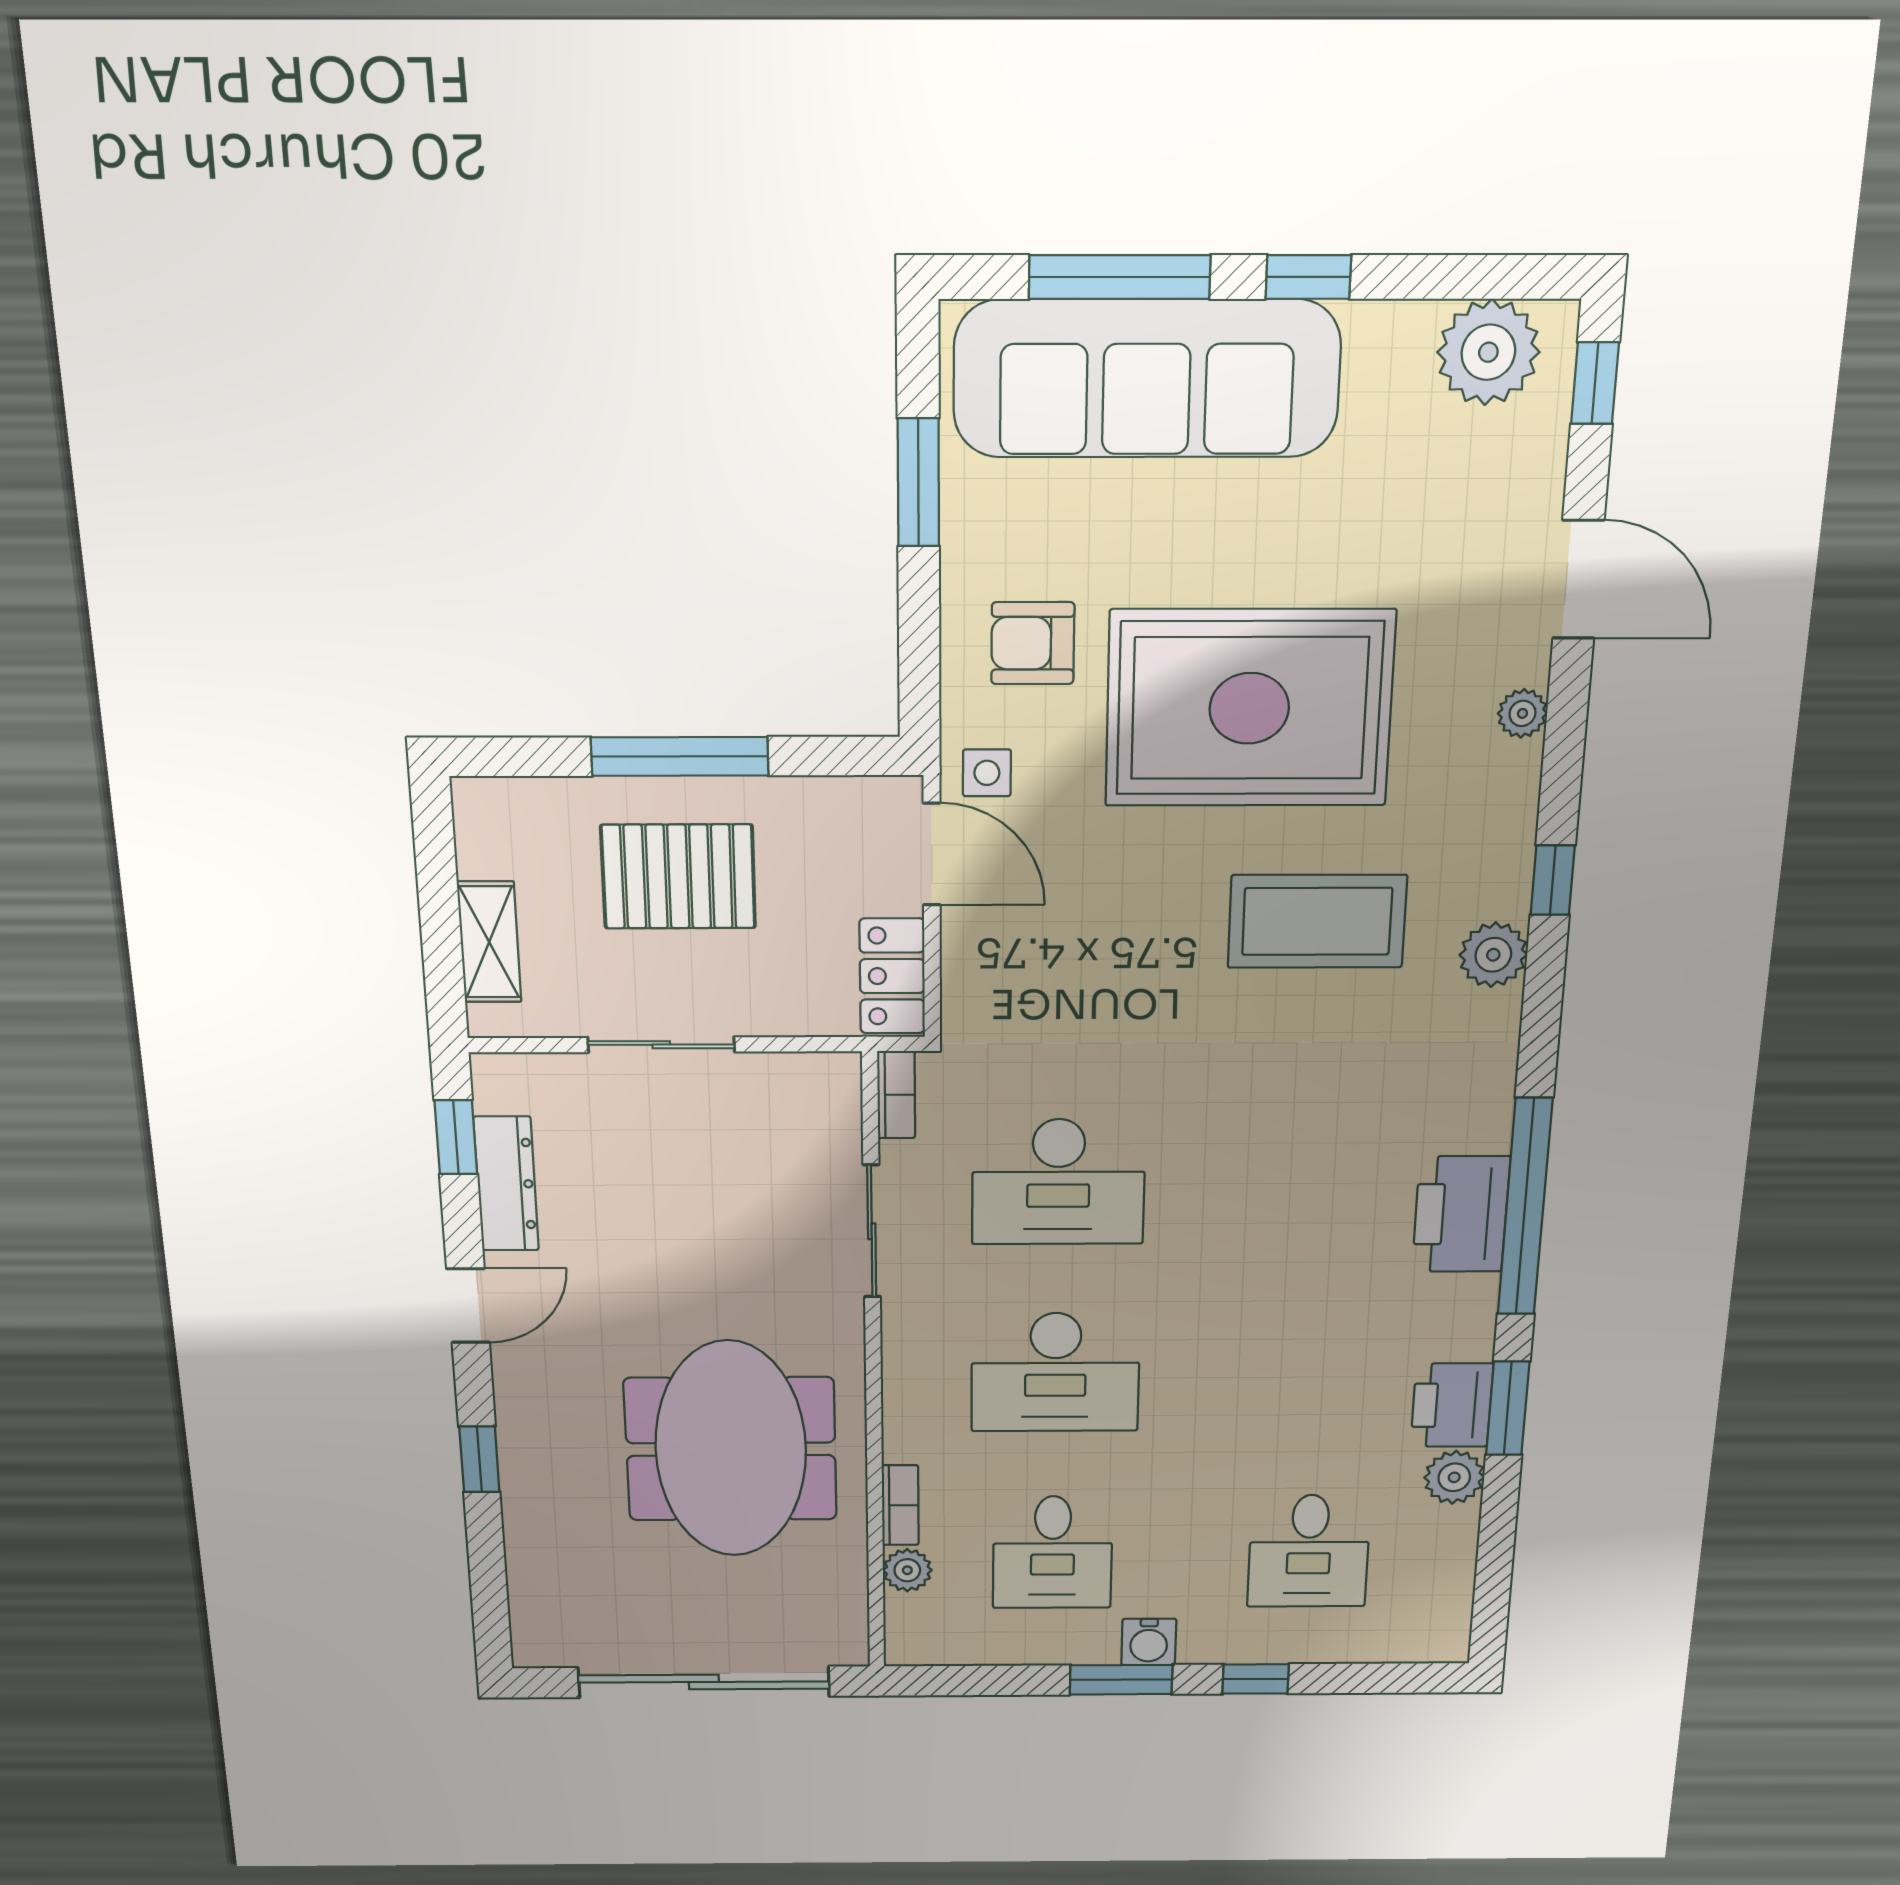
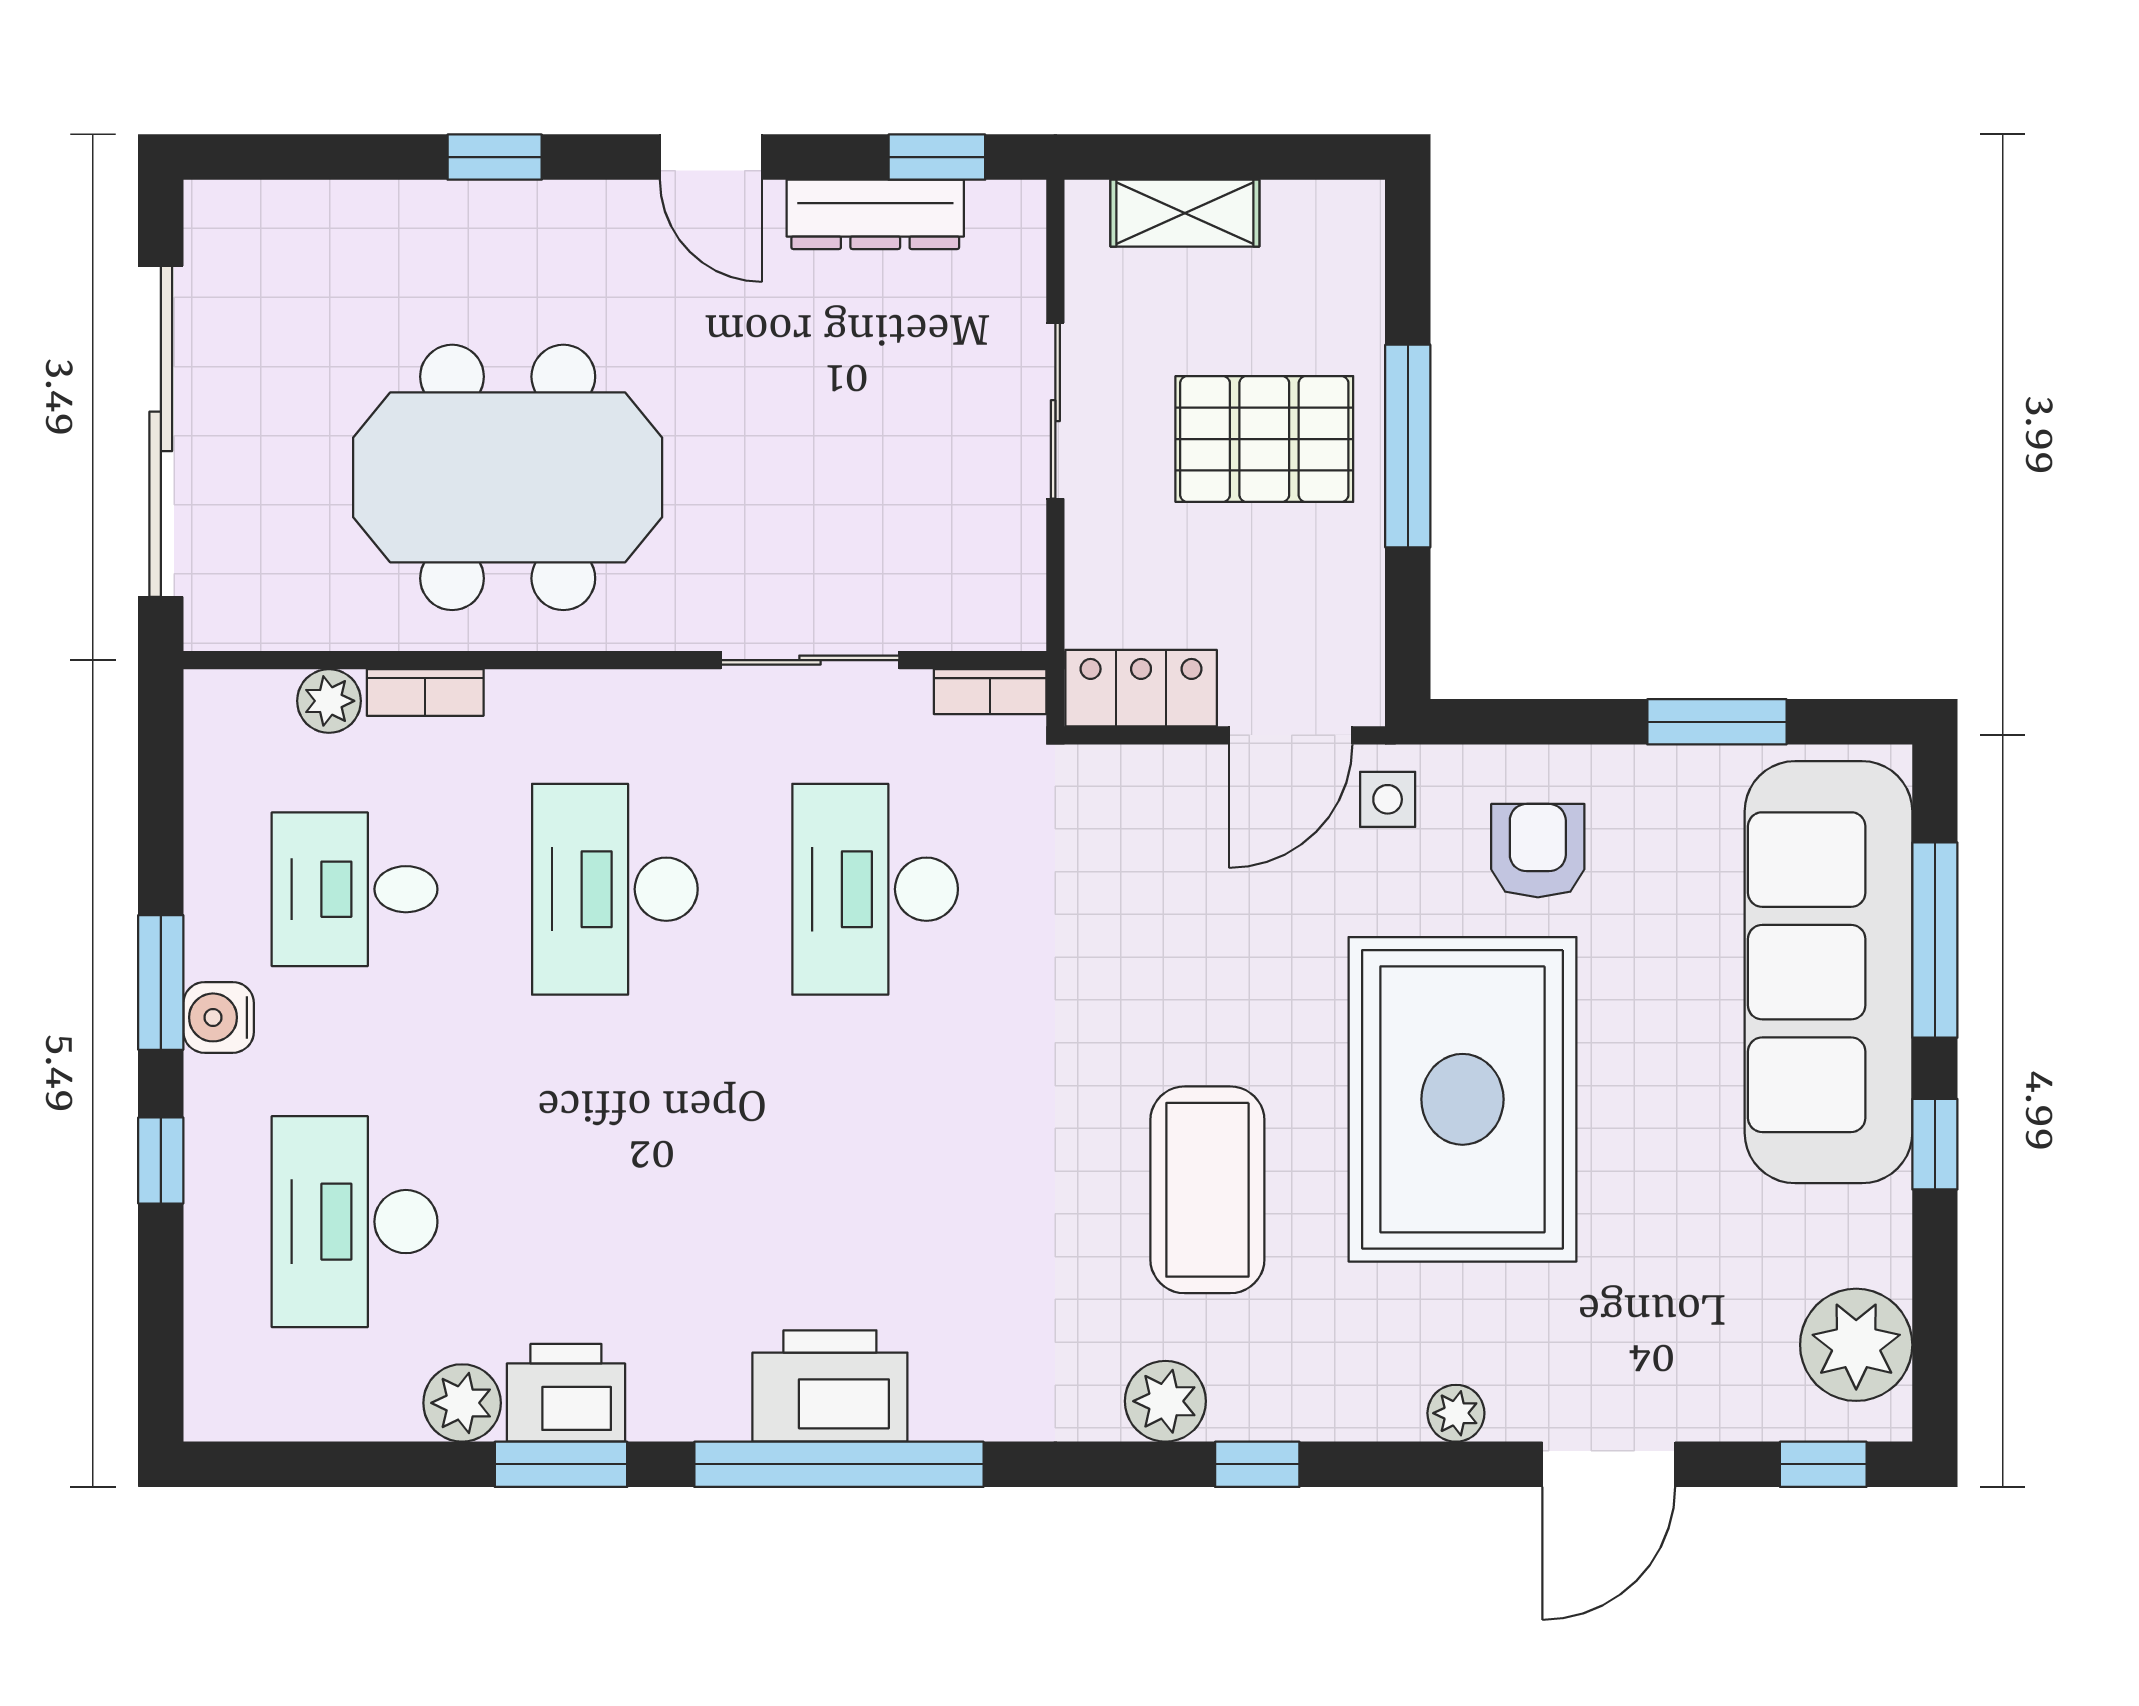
pallet: (678, 877) -> (1264, 439), turned 90
desk: (1309, 1551) -> (355, 1222), width x1.37

